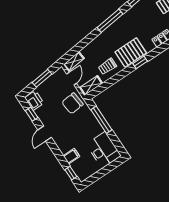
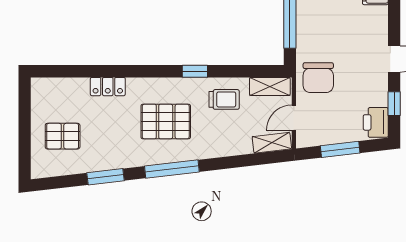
pallet: (131, 52) -> (166, 122), moved
window: (140, 62) -> (195, 71), moved
chair: (72, 103) -> (318, 78), turned 96

